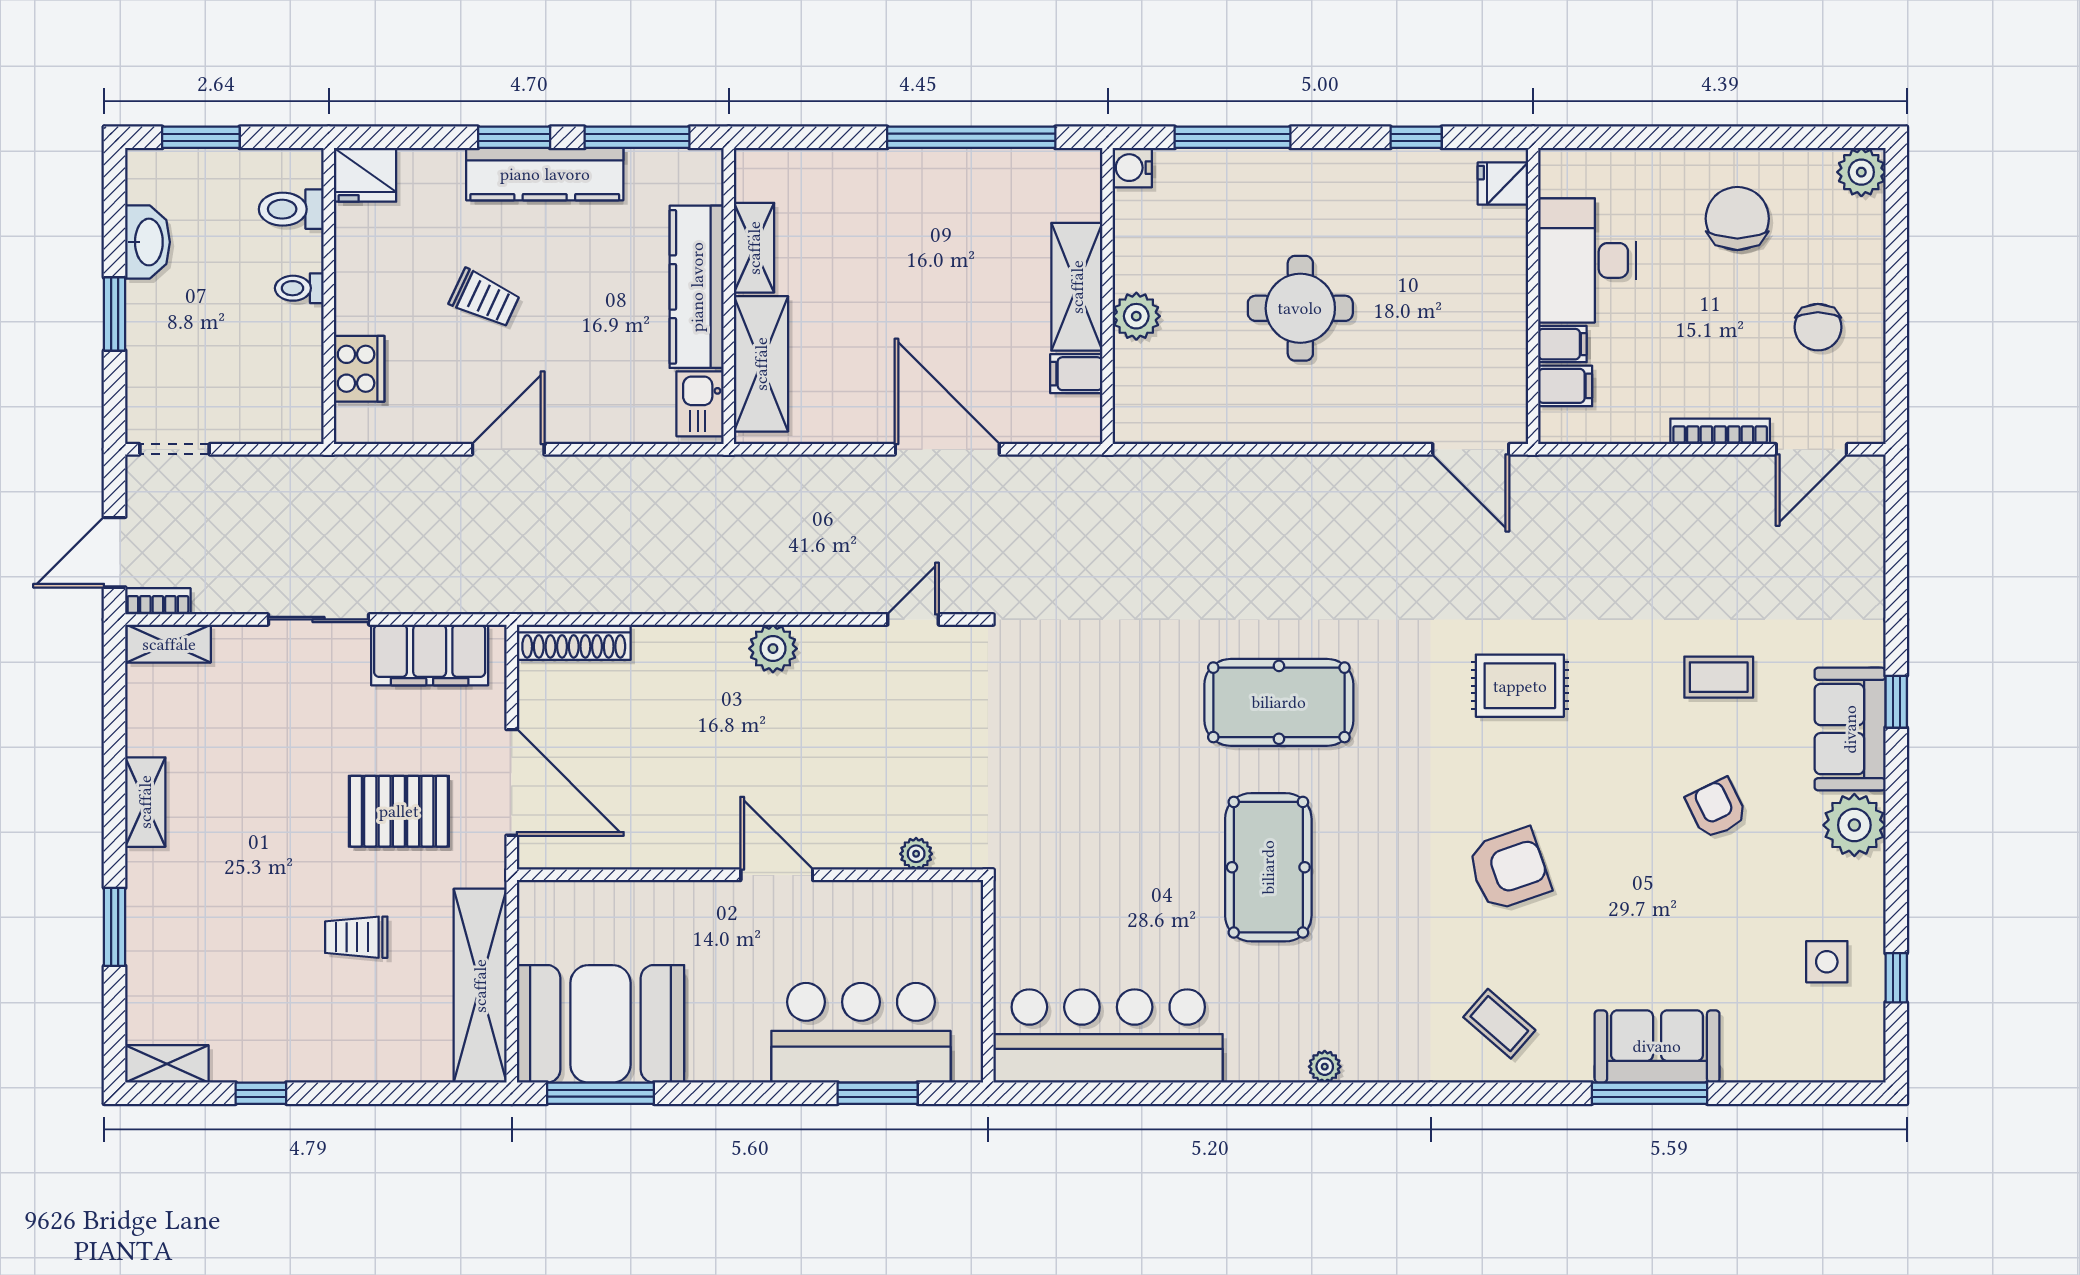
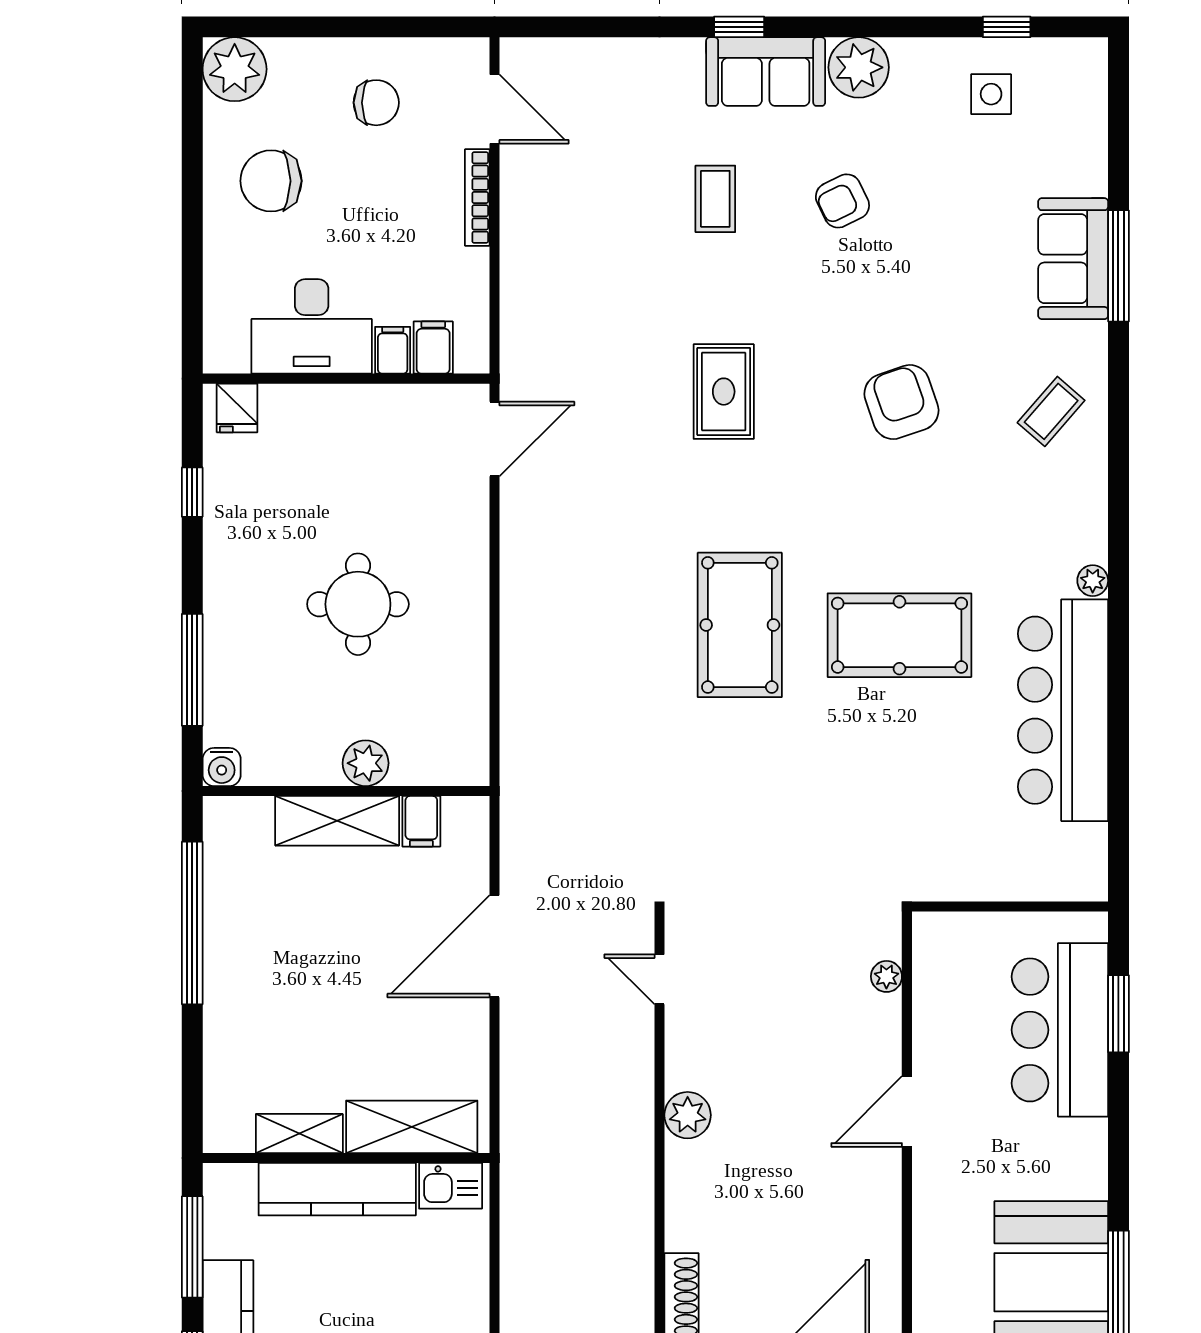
plant: (1861, 172) -> (235, 69), width x1.36, depth x1.36
bar counter: (1108, 1036) -> (1063, 710), moved

